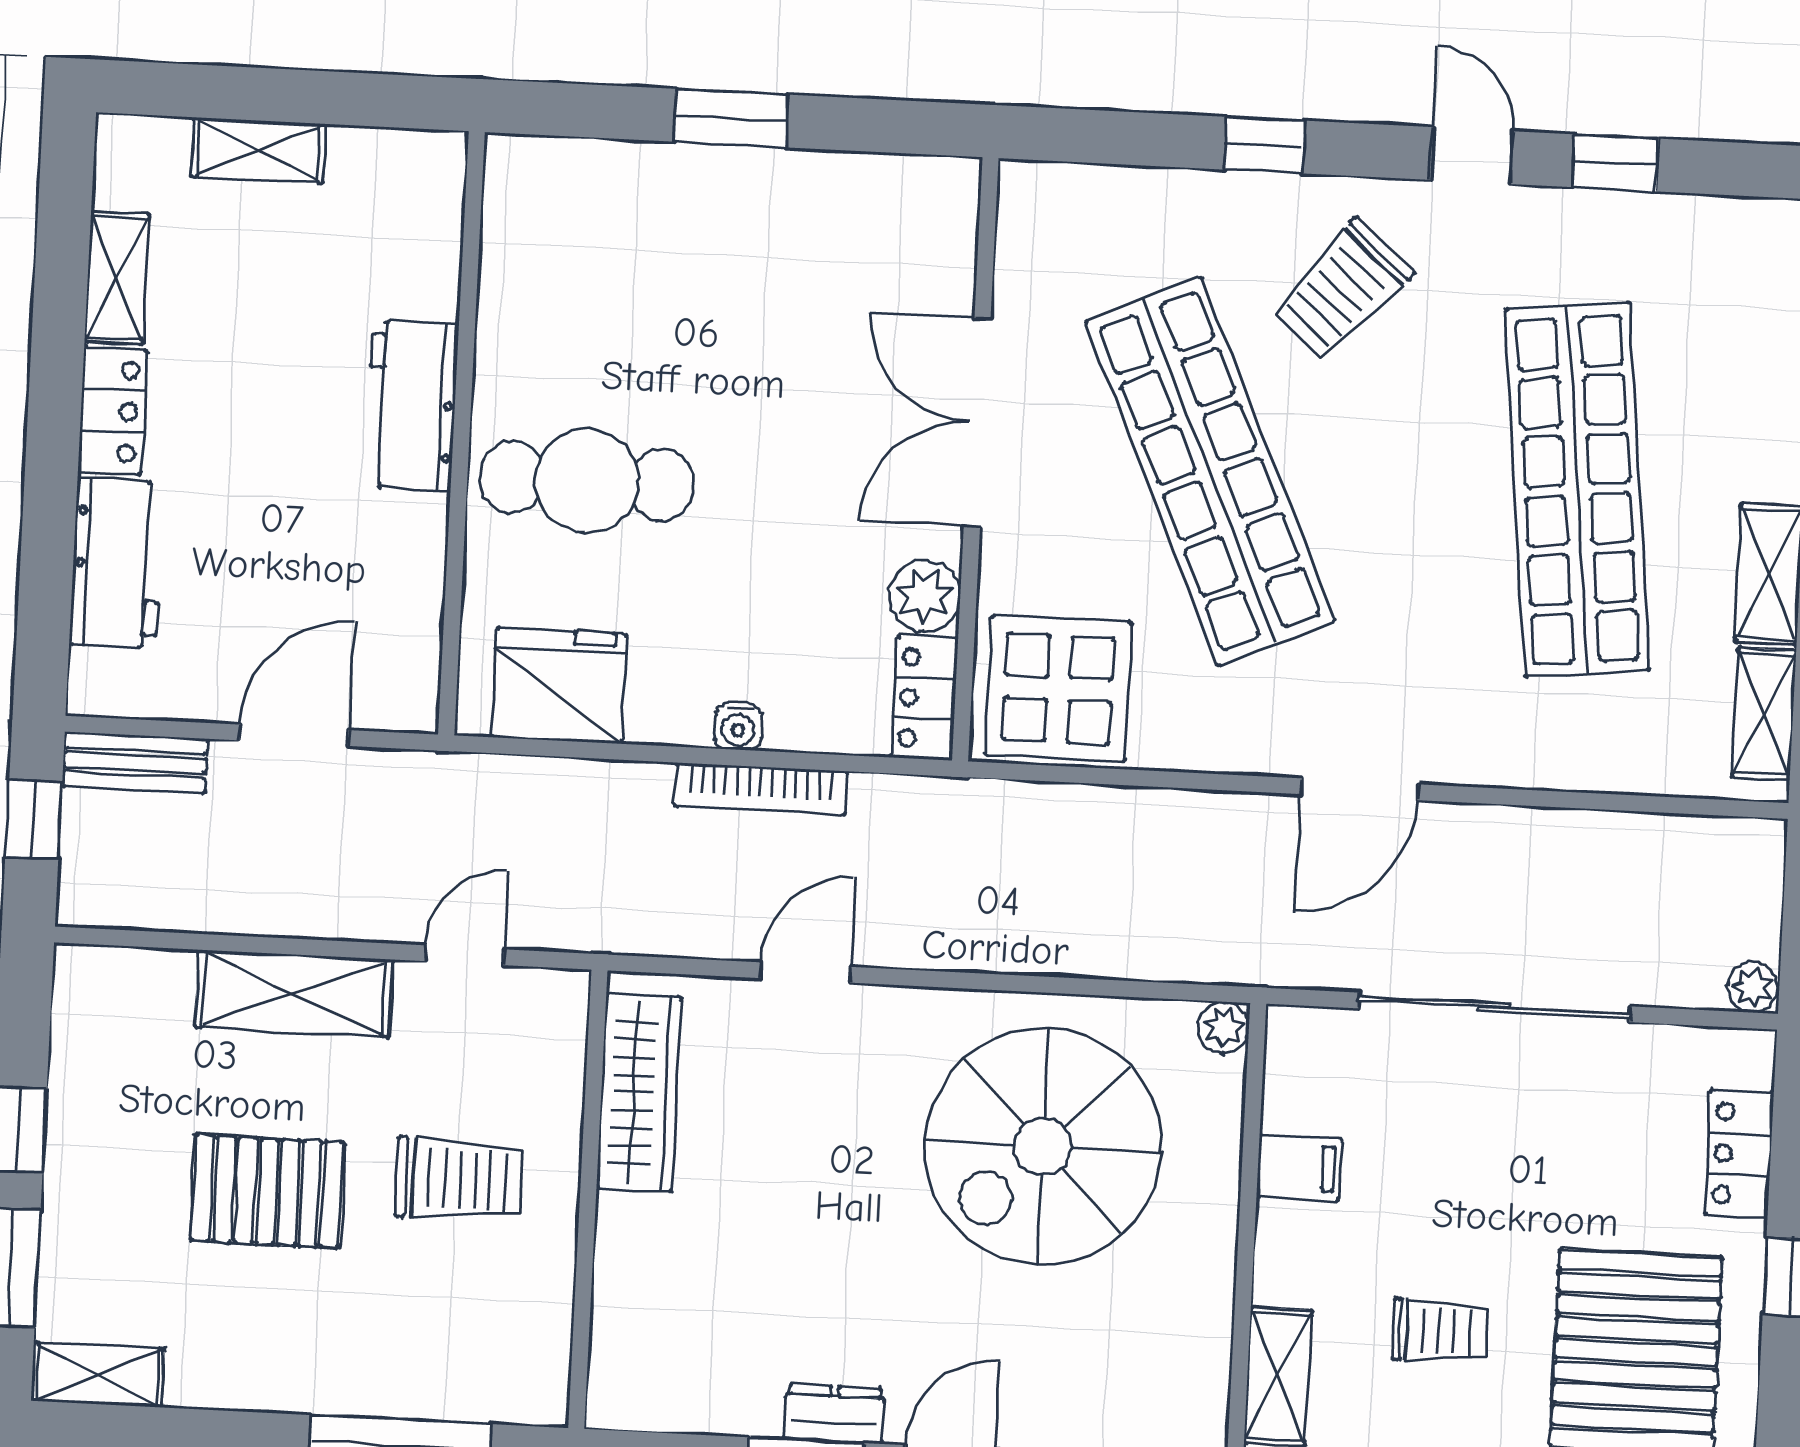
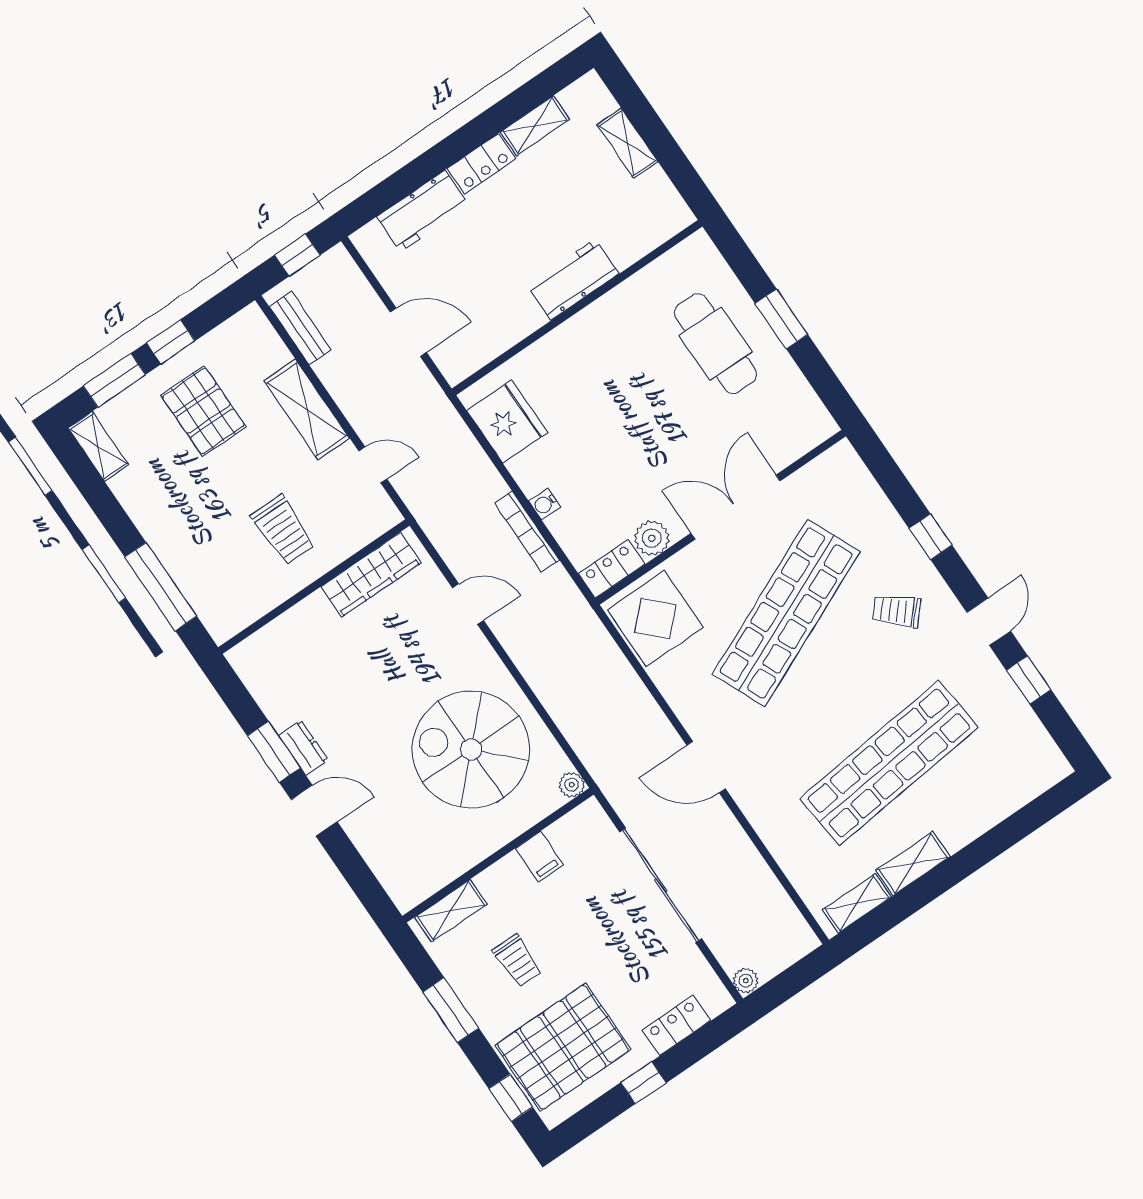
trolley: (1342, 290) -> (897, 611), width x0.73, depth x0.72
cafe table: (587, 481) -> (716, 344), moved
bench: (135, 763) -> (300, 328), moved
pallet: (267, 1191) -> (203, 411), moved

